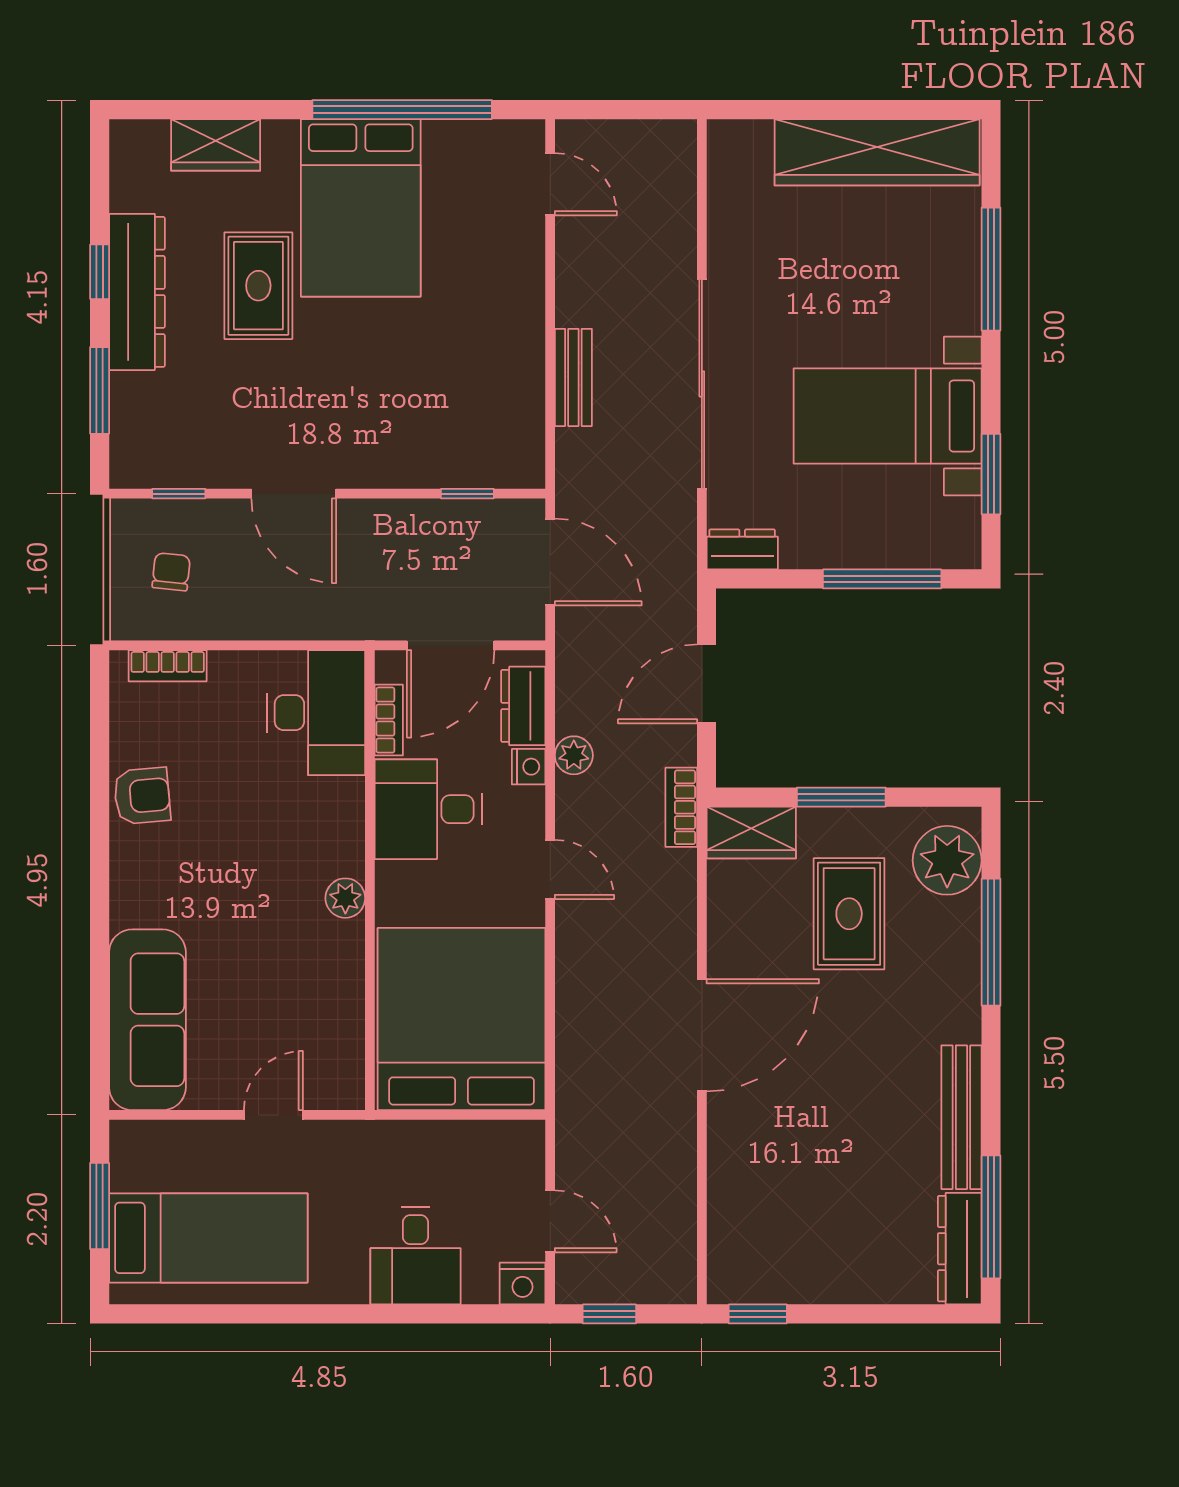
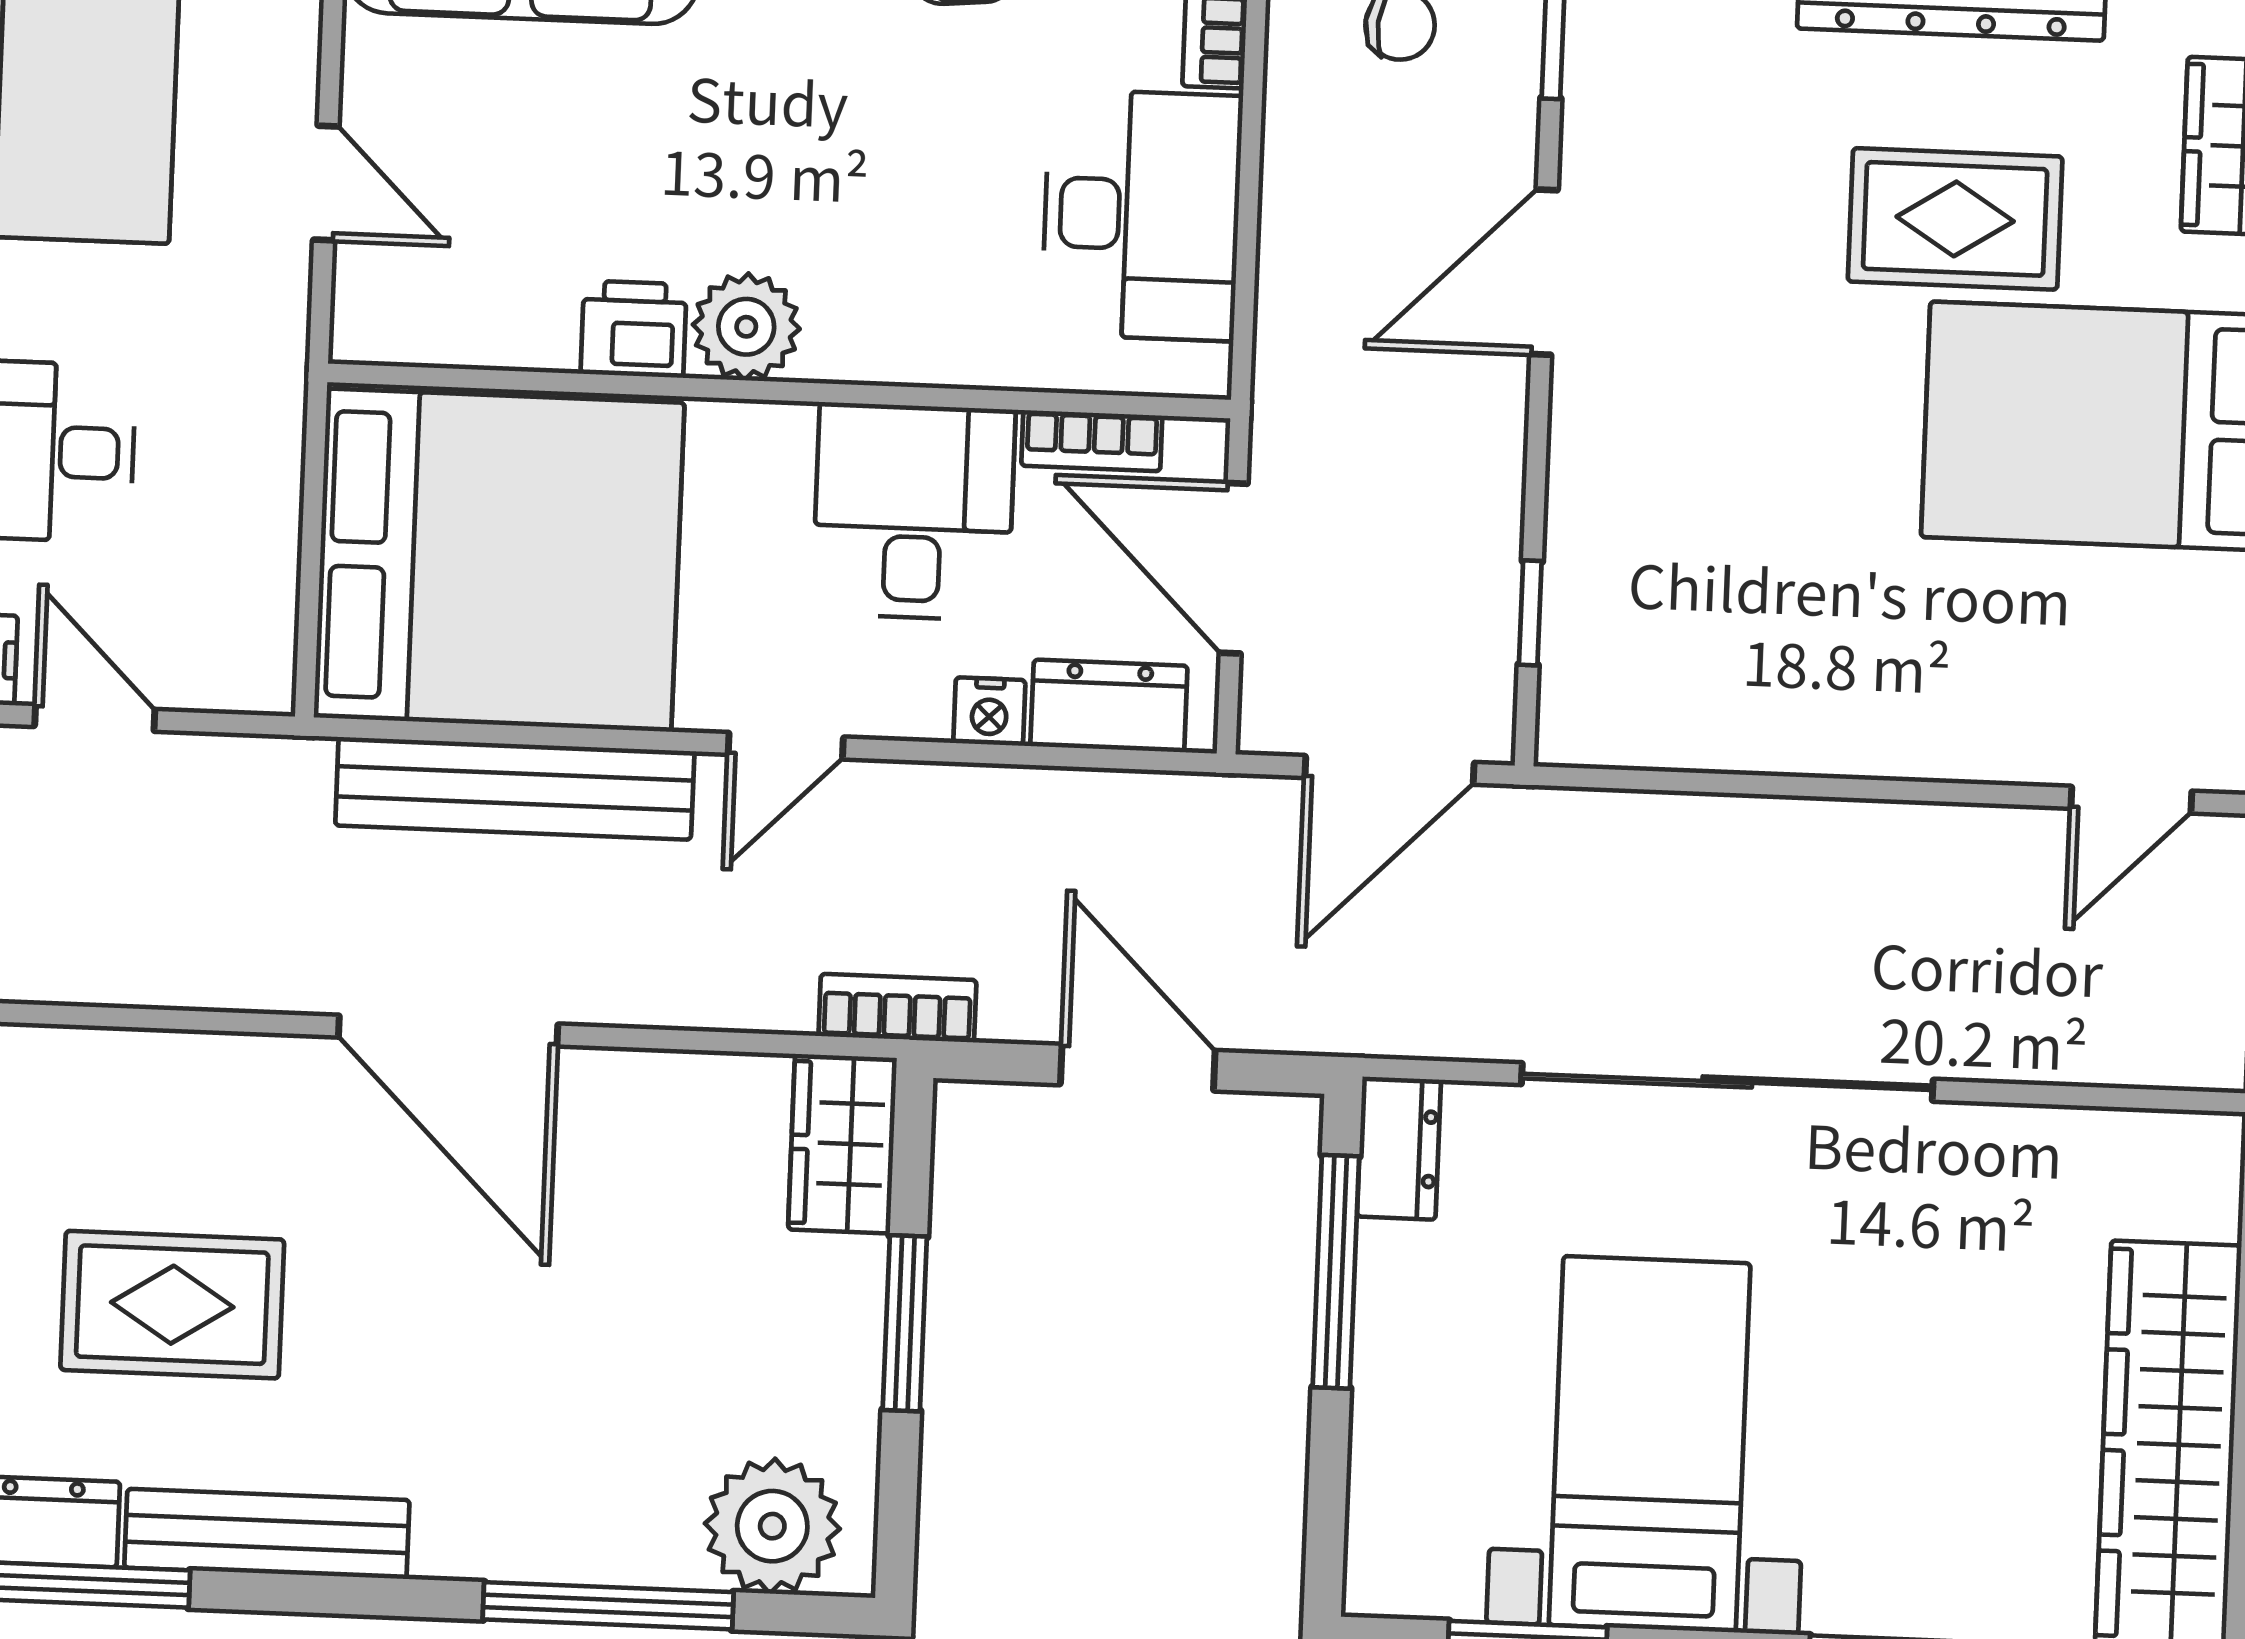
bench: (573, 377) -> (515, 788), moved, width x1.86, depth x1.21
window: (882, 579) -> (1336, 1272), moved
desk: (316, 713) -> (1142, 215), moved, turned -90
plant: (574, 755) -> (1008, 801), removed
plant: (345, 898) -> (746, 327), width x1.38, depth x1.38
rug: (849, 914) -> (172, 1305), moved
printer: (341, 955) -> (634, 329), added
door: (550, 1221) -> (95, 718), swing flipped

